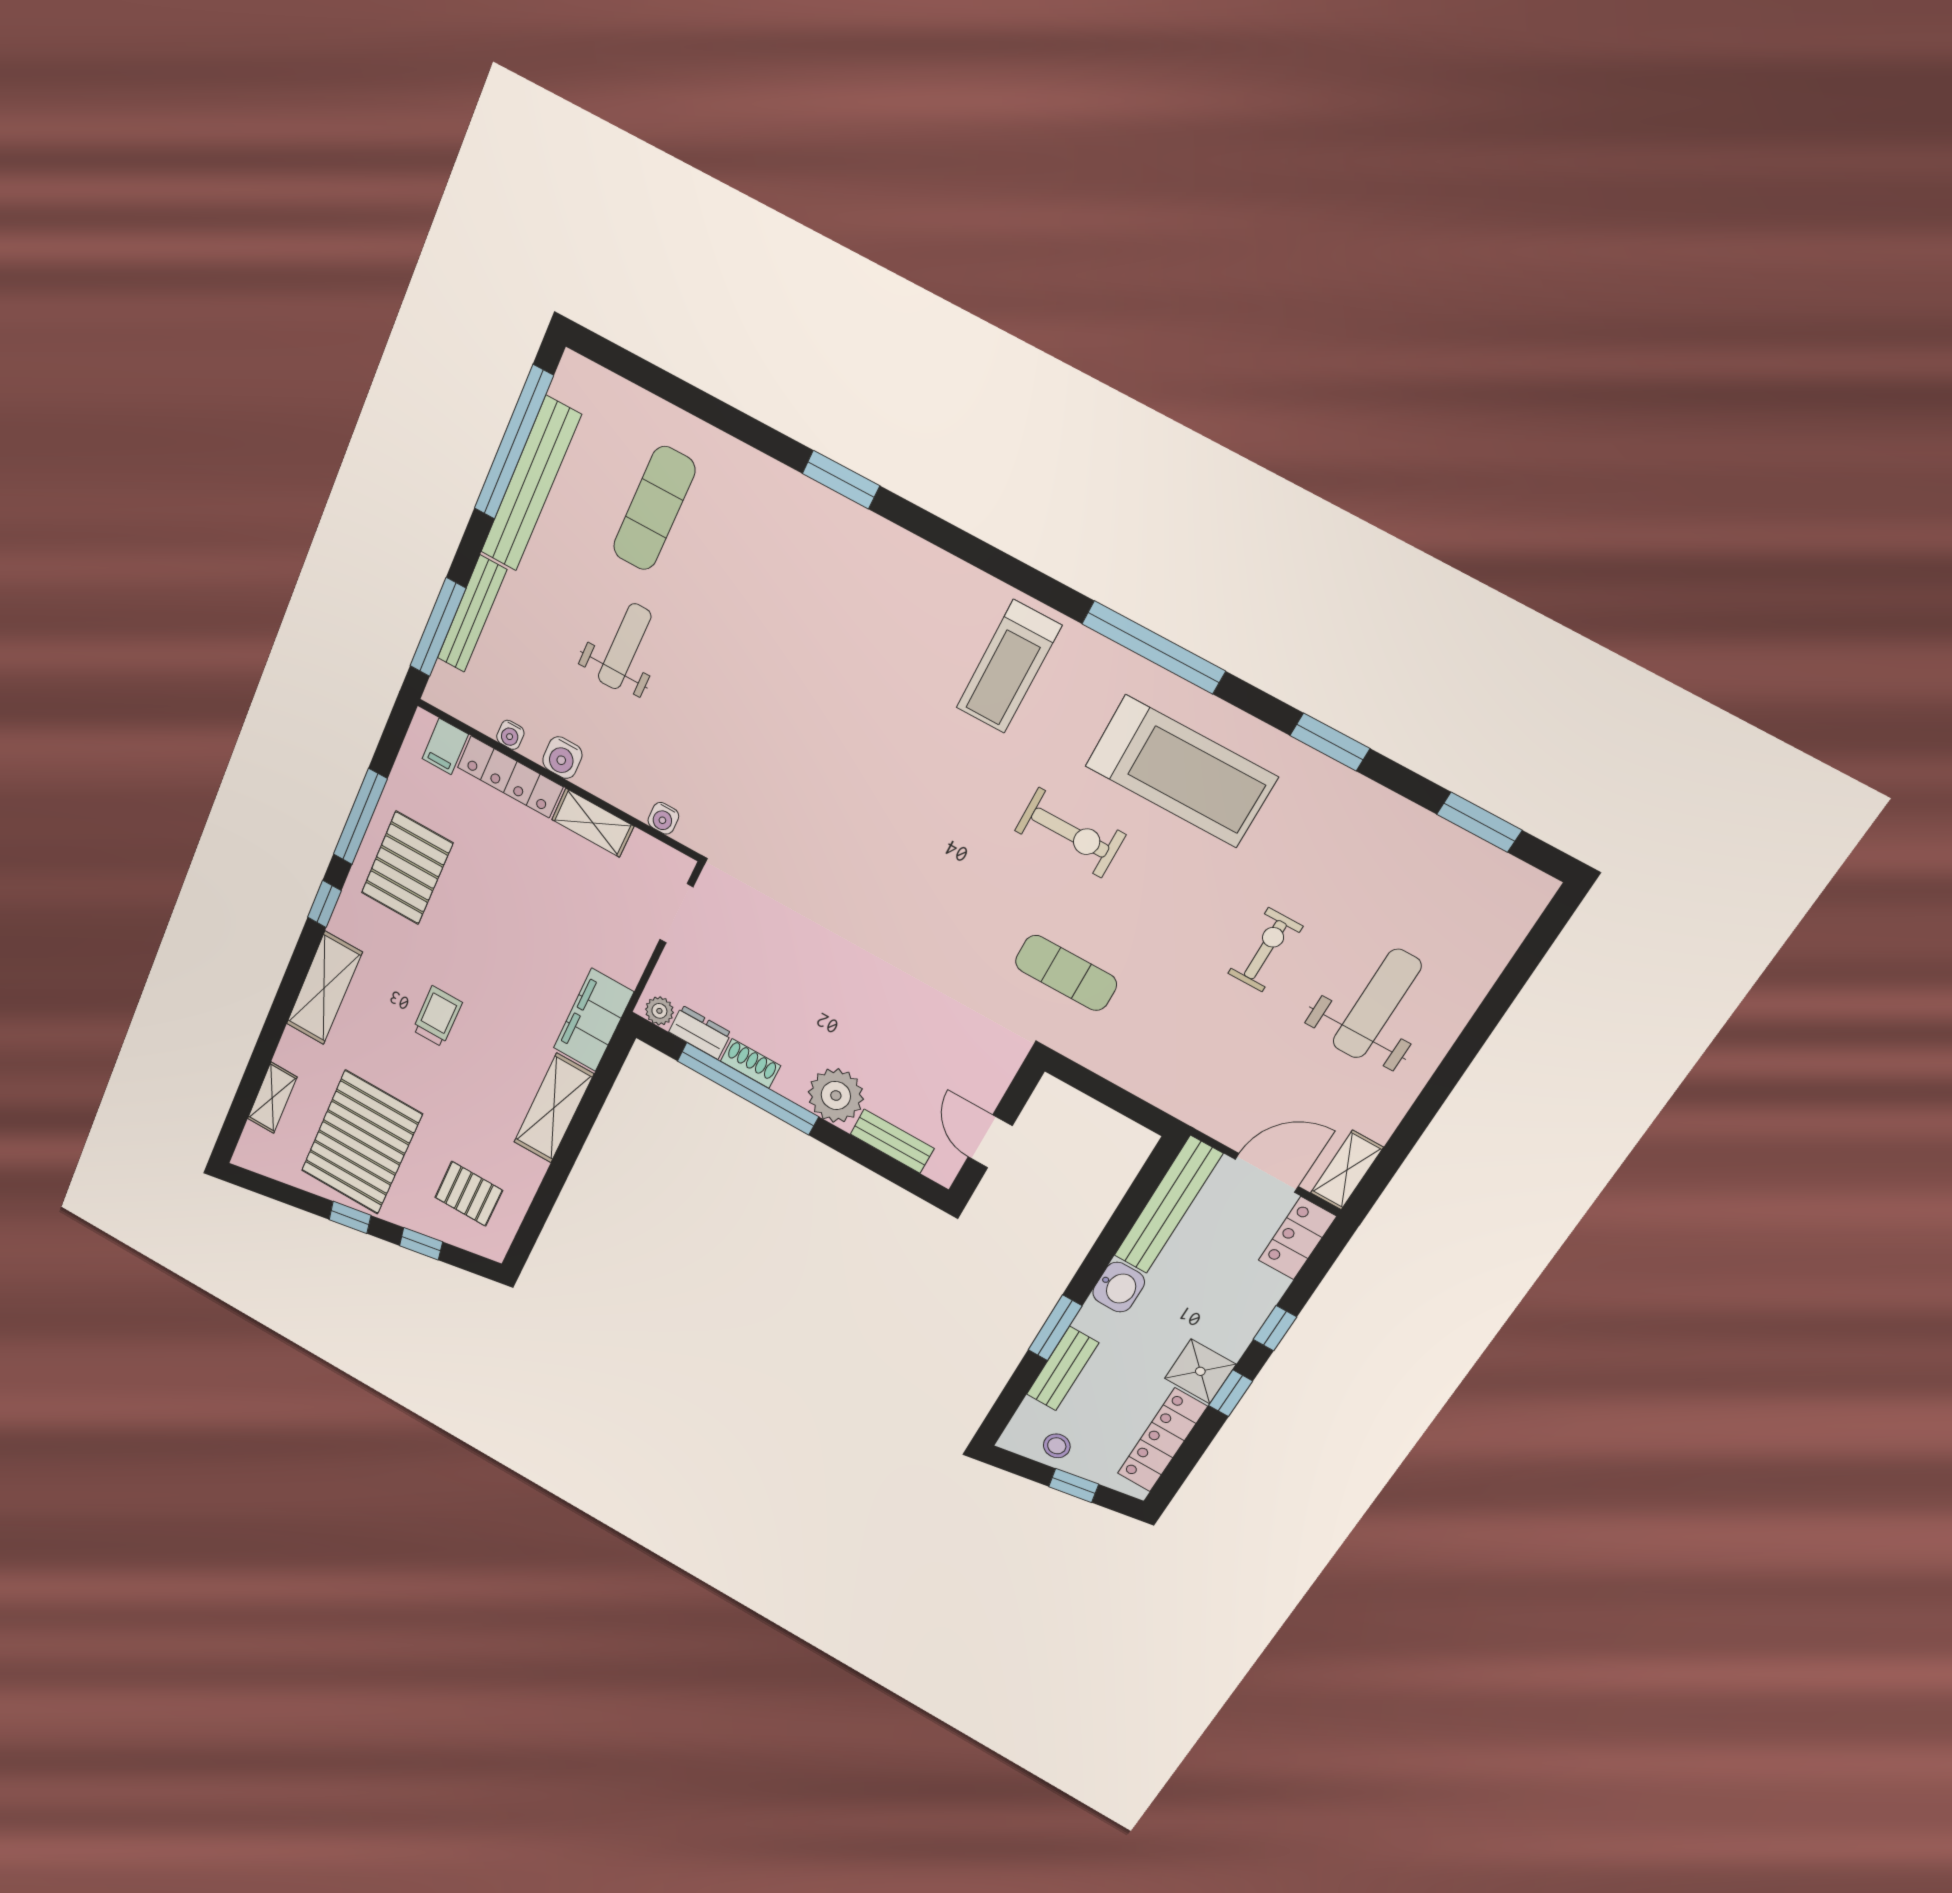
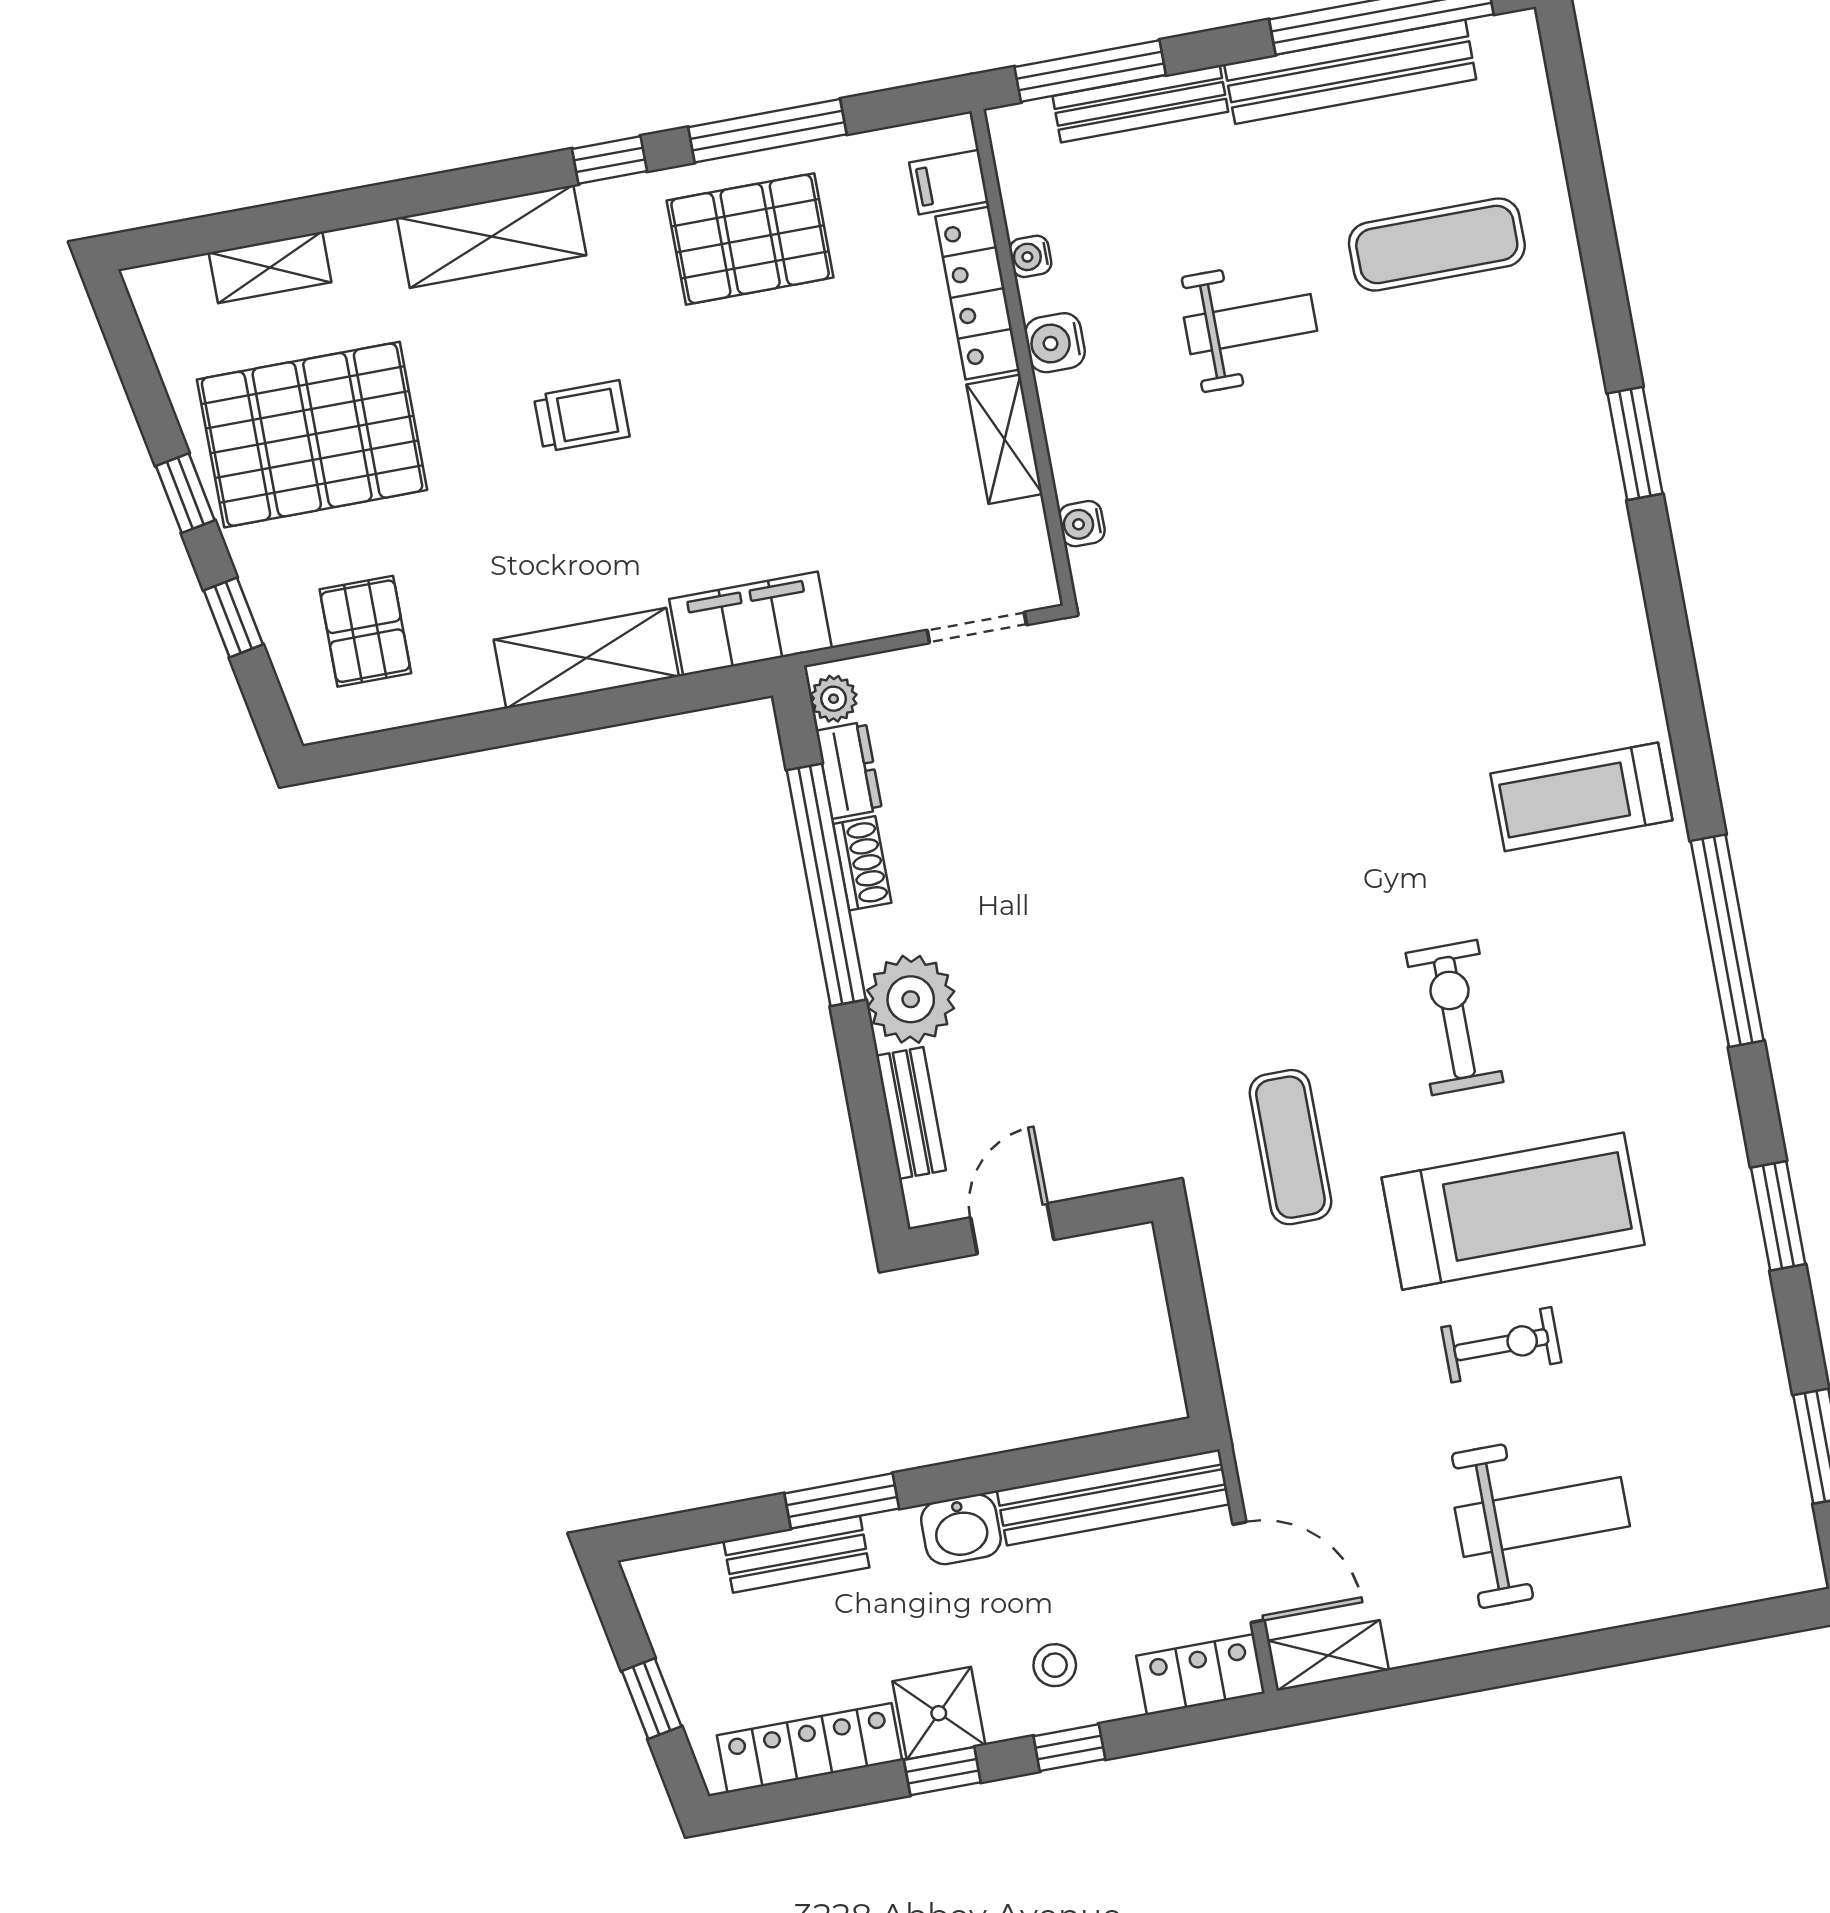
treadmill: (1181, 771) -> (1513, 1211), moved, turned -90
exercise bike: (1070, 833) -> (1454, 1018), turned 180
stool: (1057, 1446) -> (1055, 1665), moved

